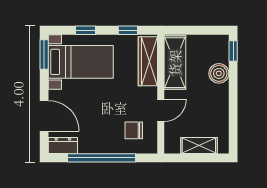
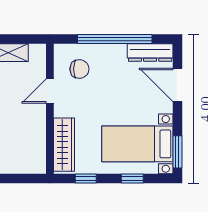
shelving: (175, 63) -> (35, 143), removed
dresser: (63, 146) -> (150, 53), width x1.44

